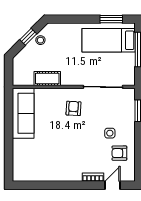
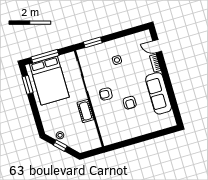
bed: (109, 40) -> (49, 81), width x1.50
cot: (47, 79) -> (86, 111), moved
sofa: (23, 113) -> (159, 93), moved, turned -90
armchair: (119, 153) -> (130, 103), moved

